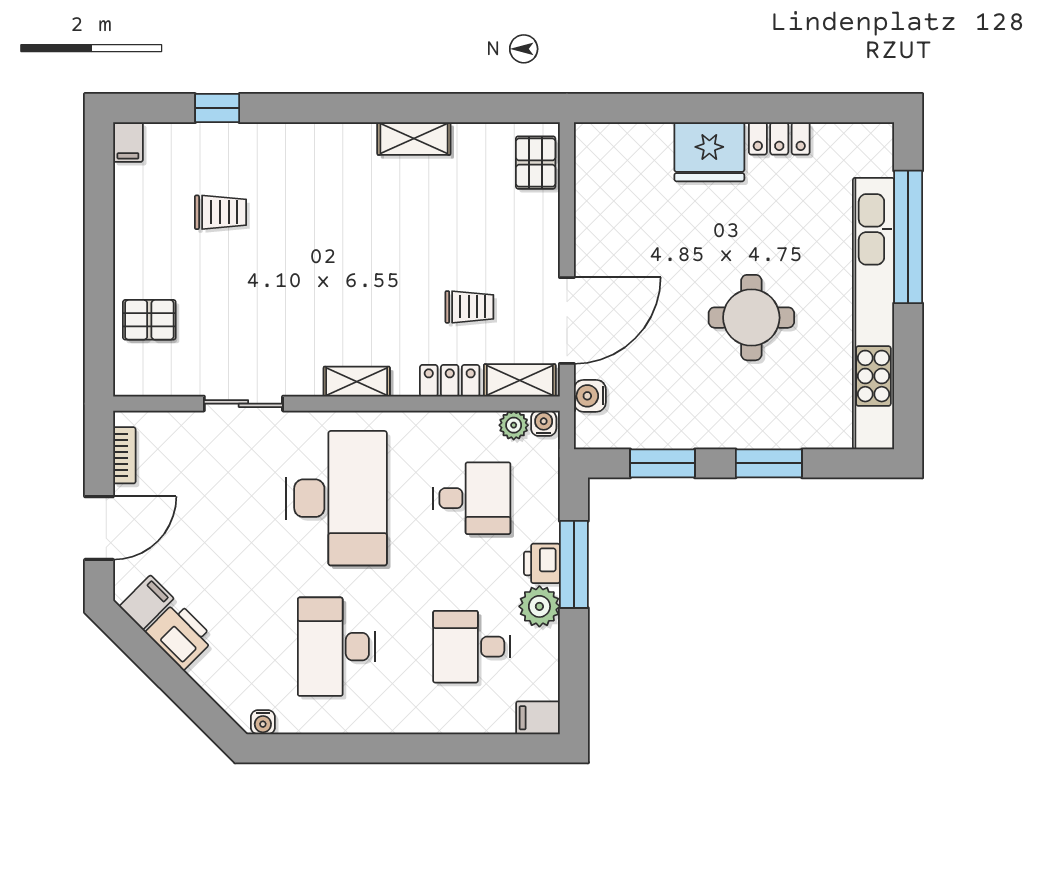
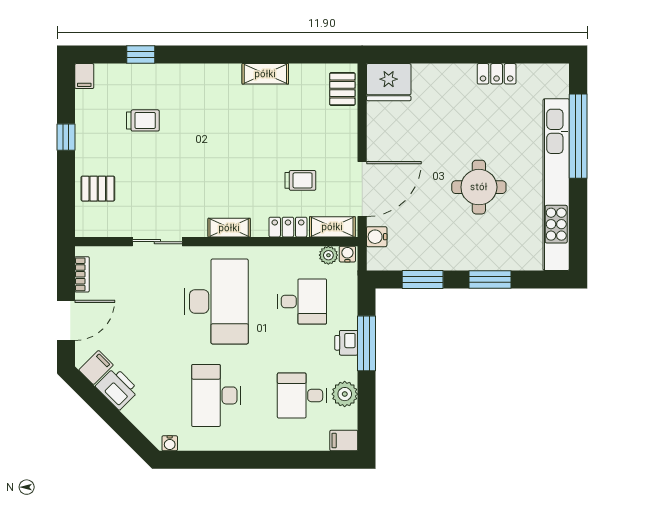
fridge: (709, 152) -> (389, 82), moved
window: (99, 239) -> (66, 137), added
plant: (539, 606) -> (345, 394), moved

